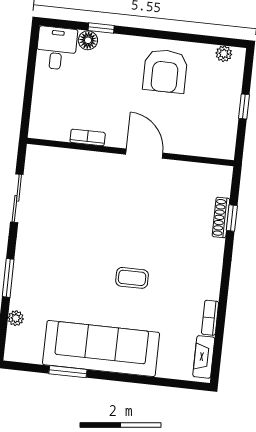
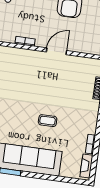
door: (144, 154) -> (56, 51), hinge flipped

